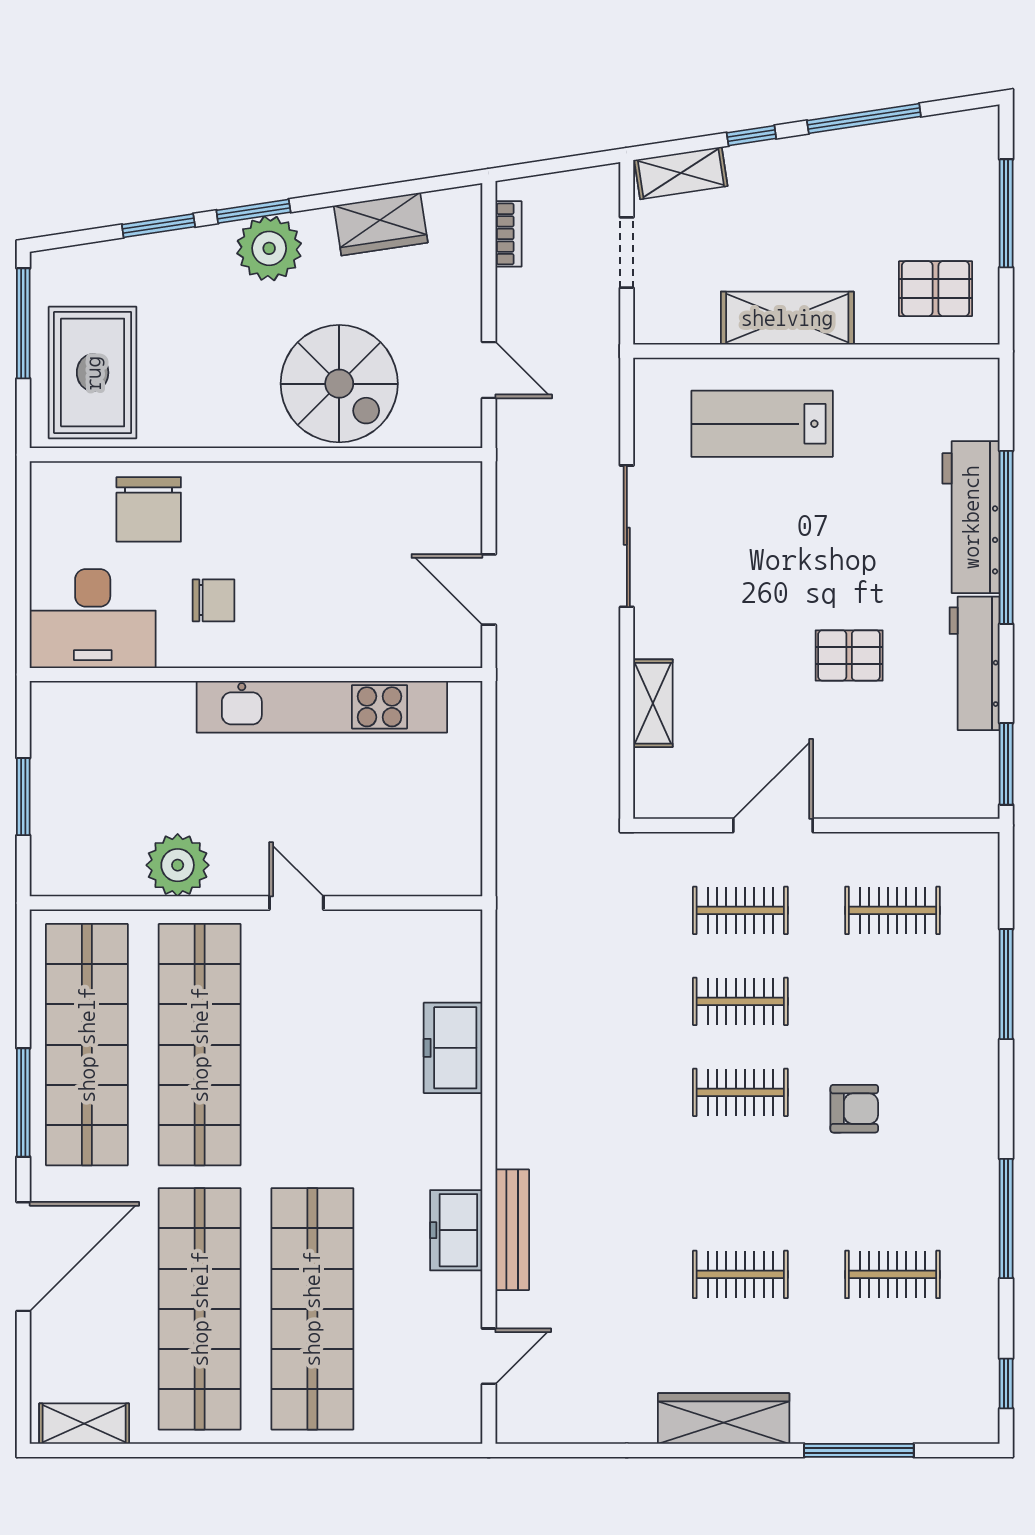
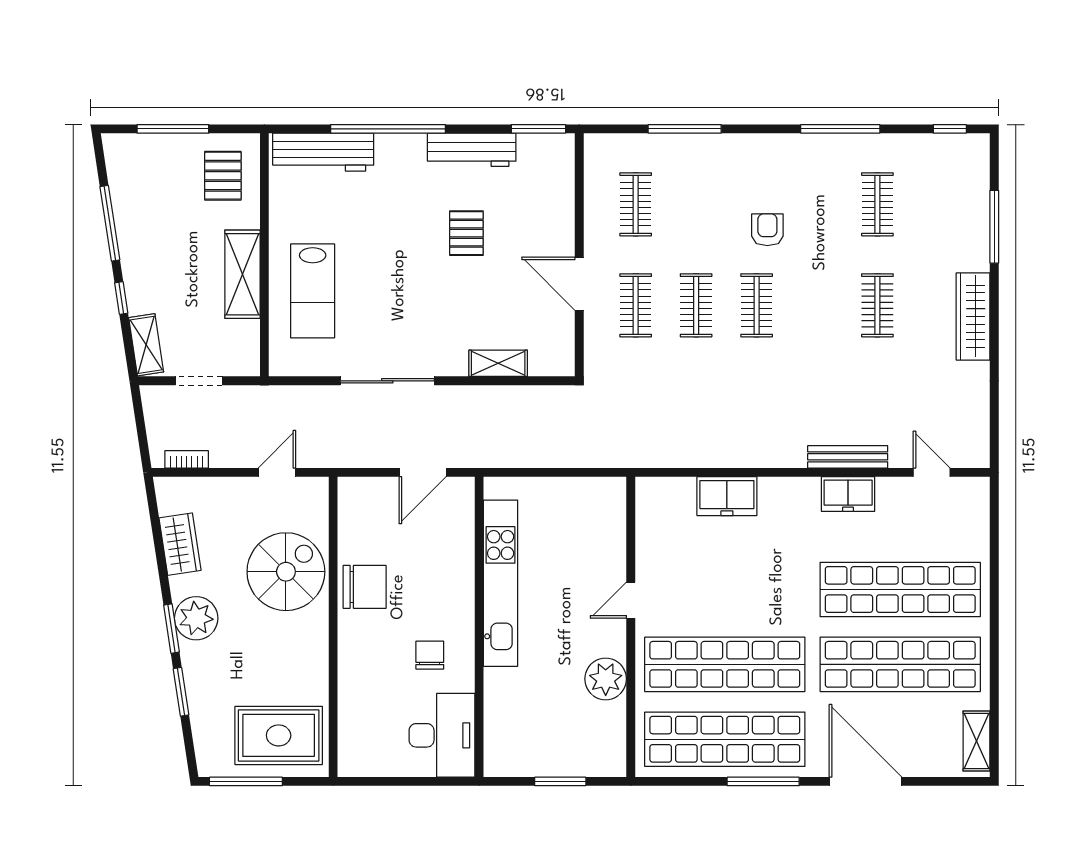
chair: (149, 509) -> (365, 587), moved
workbench: (971, 517) -> (323, 152), moved

